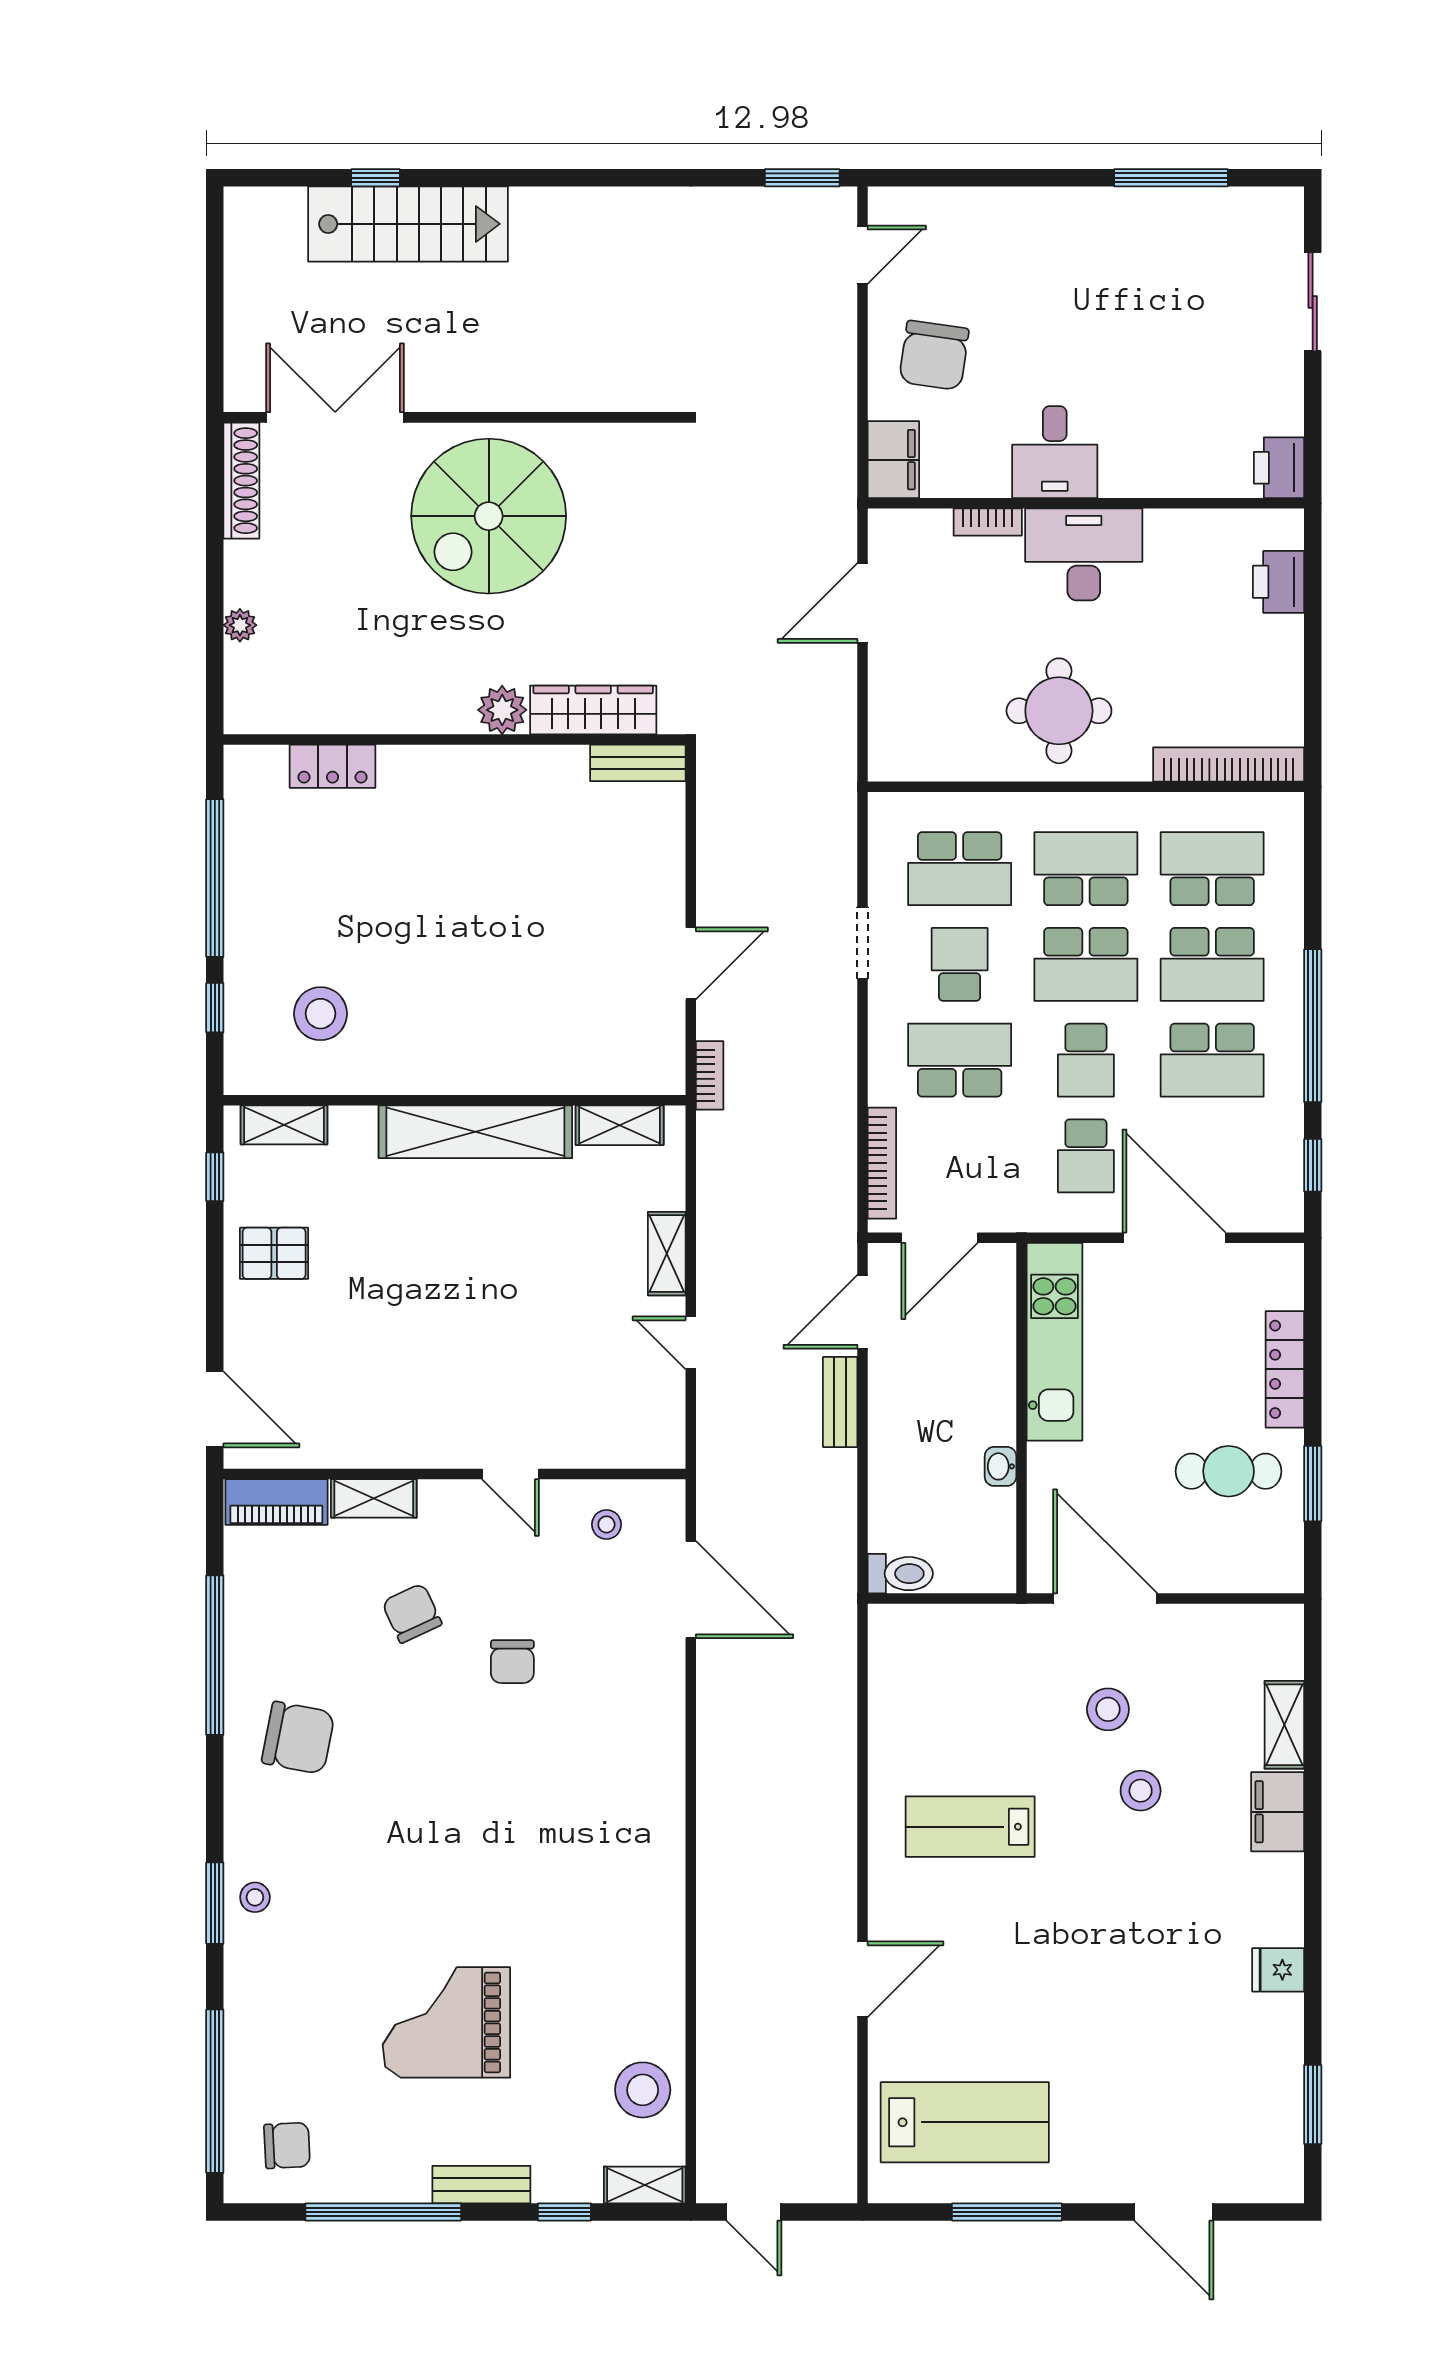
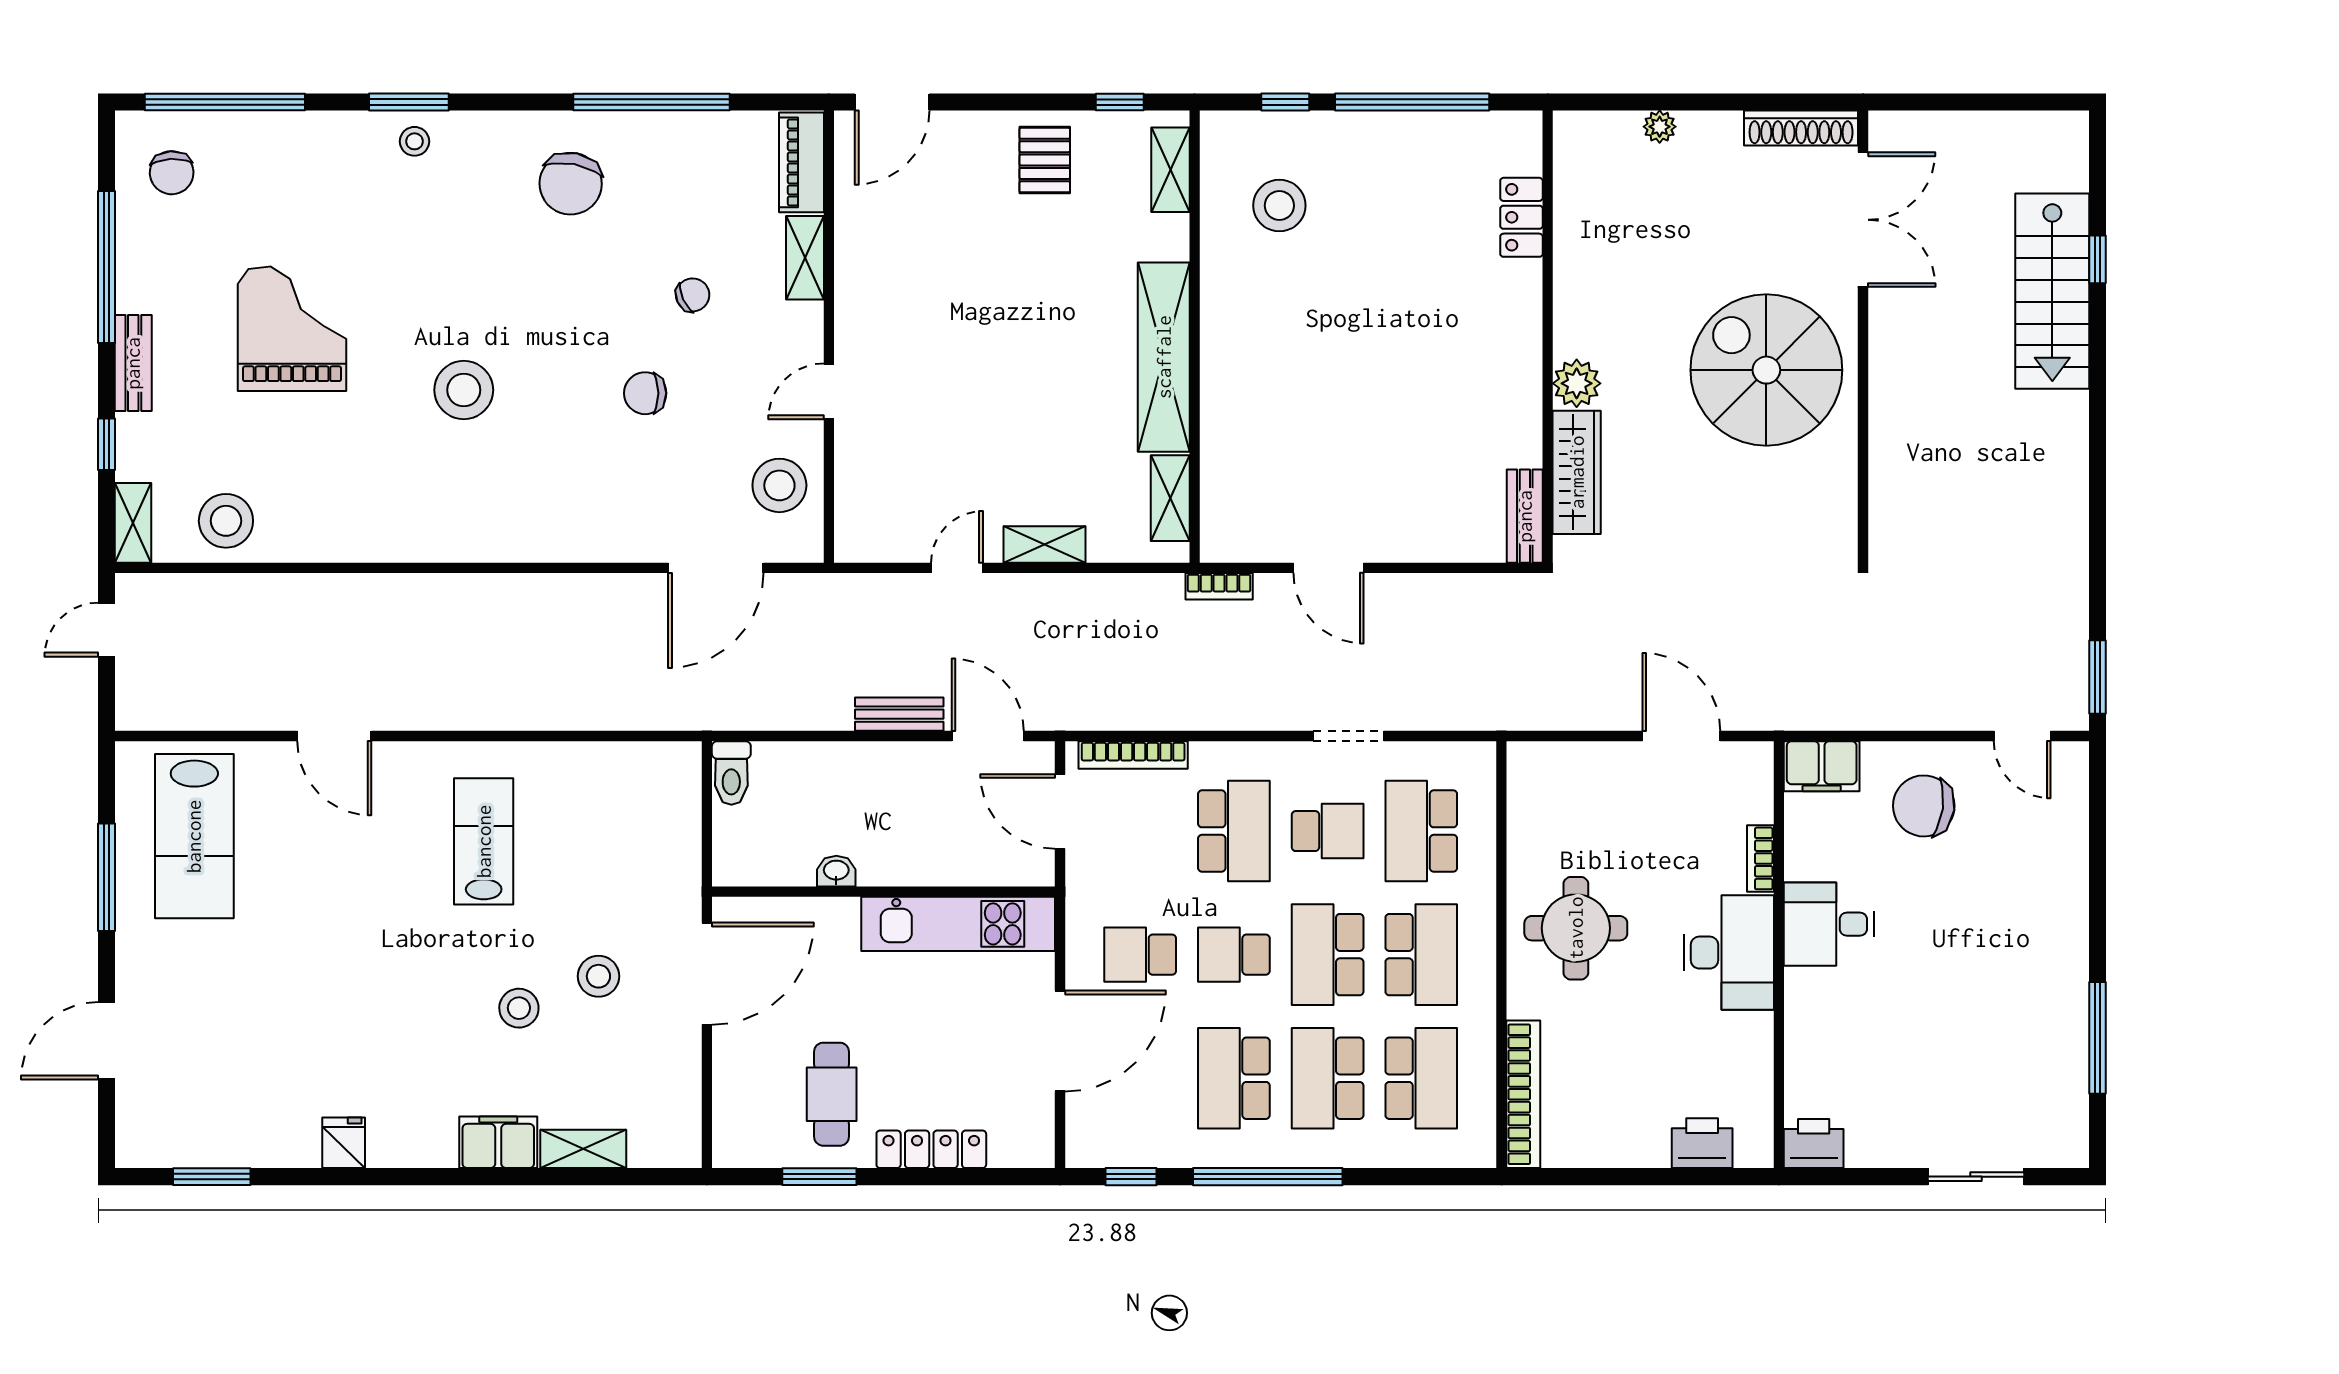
stool: (606, 1524) -> (779, 485), width x1.89, depth x1.89
chair: (412, 1613) -> (693, 295), width x0.73, depth x0.73
stool: (509, 1847) -> (464, 390), added

